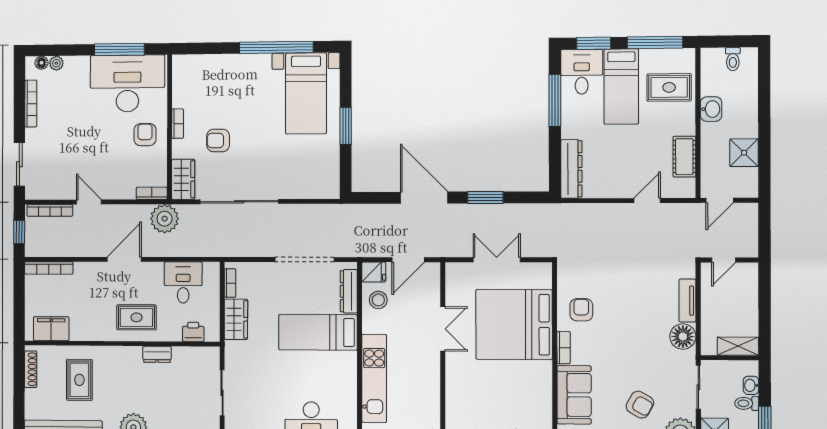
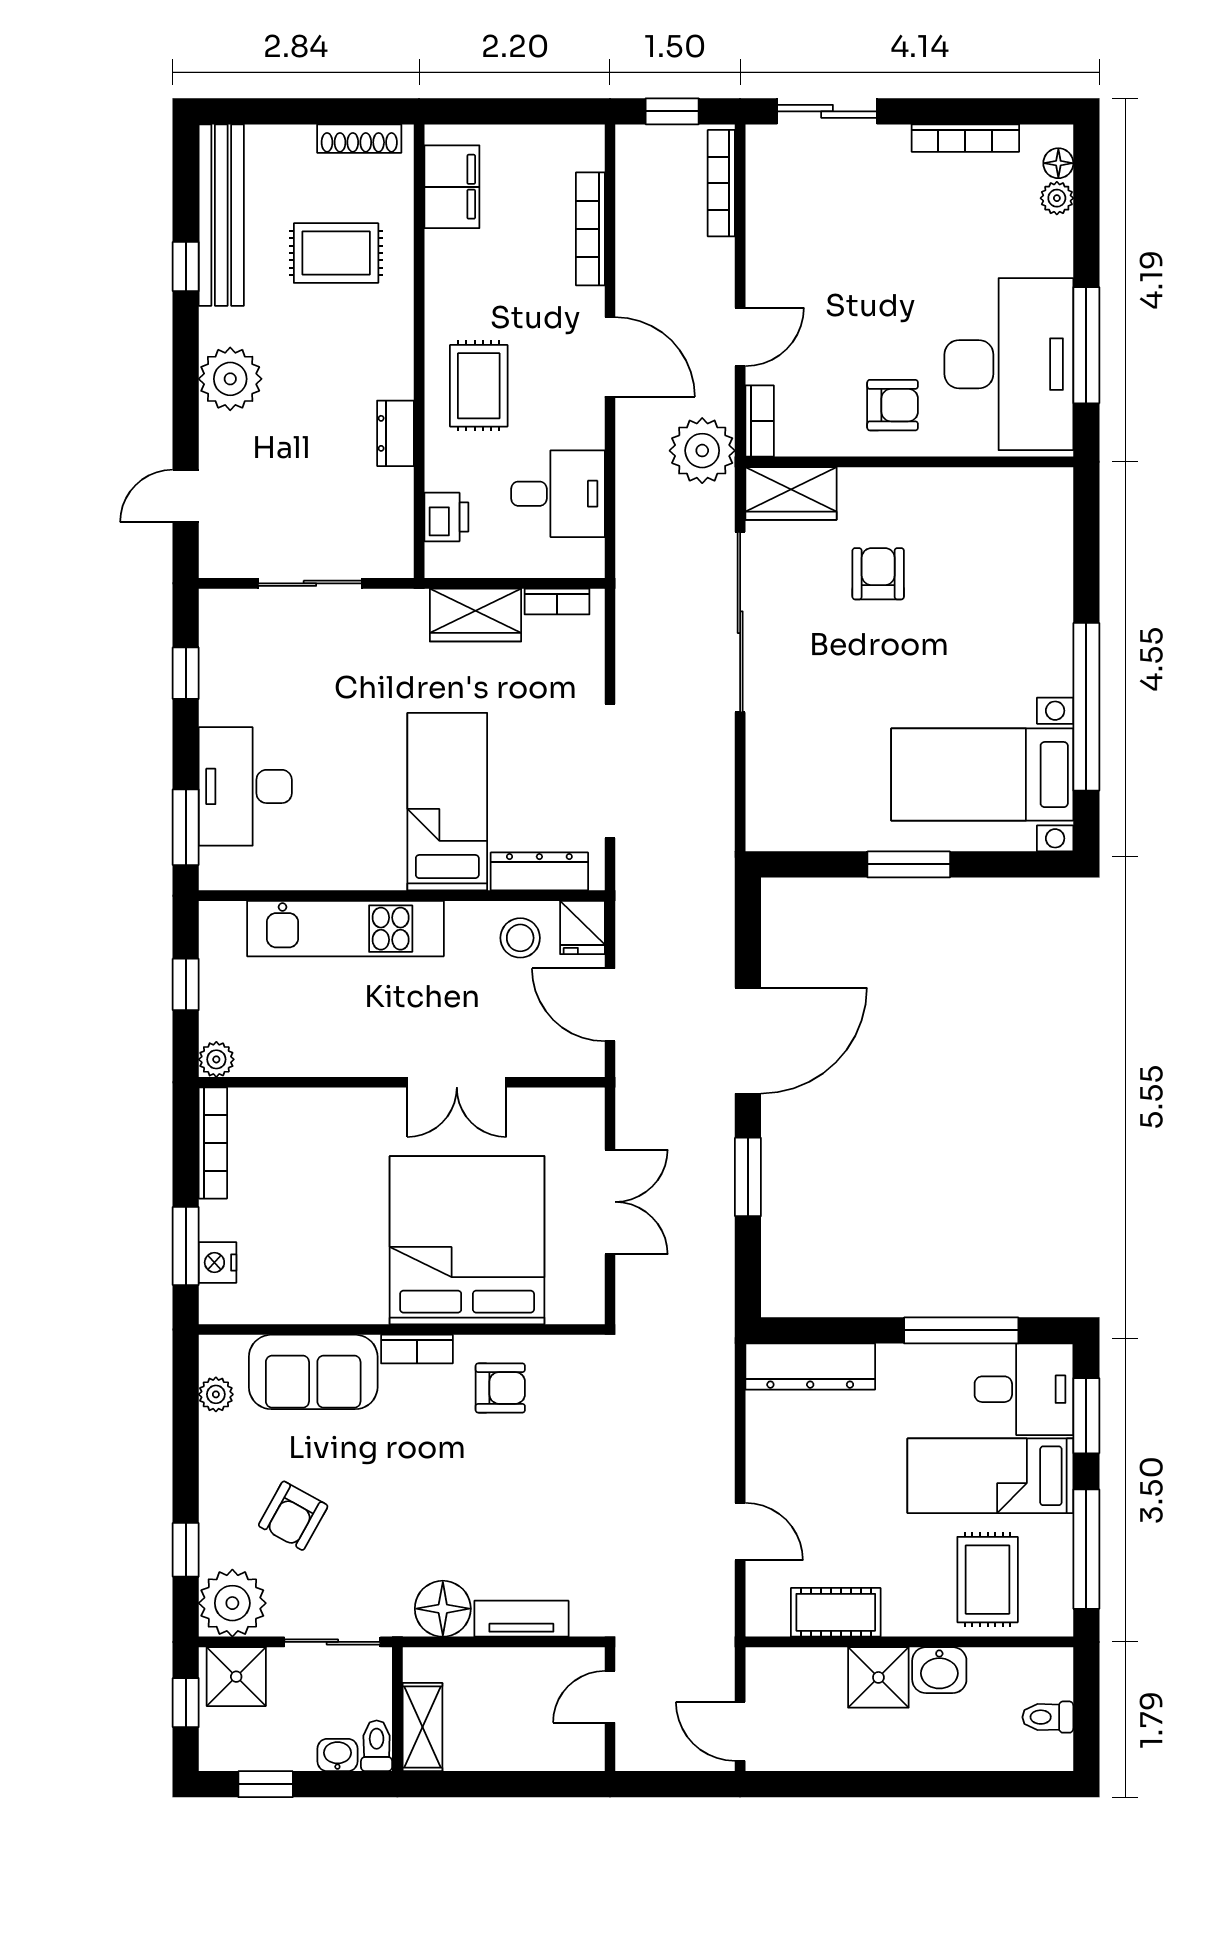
bookcase: (178, 124) -> (917, 480), removed
shower: (744, 153) -> (878, 1677), moved
door: (720, 200) -> (740, 1731), moved
door: (89, 202) -> (740, 337), moved
door: (724, 260) -> (610, 1697), hinge flipped
bookcase: (49, 268) -> (590, 229), moved
toilet: (747, 403) -> (377, 1746), moved

